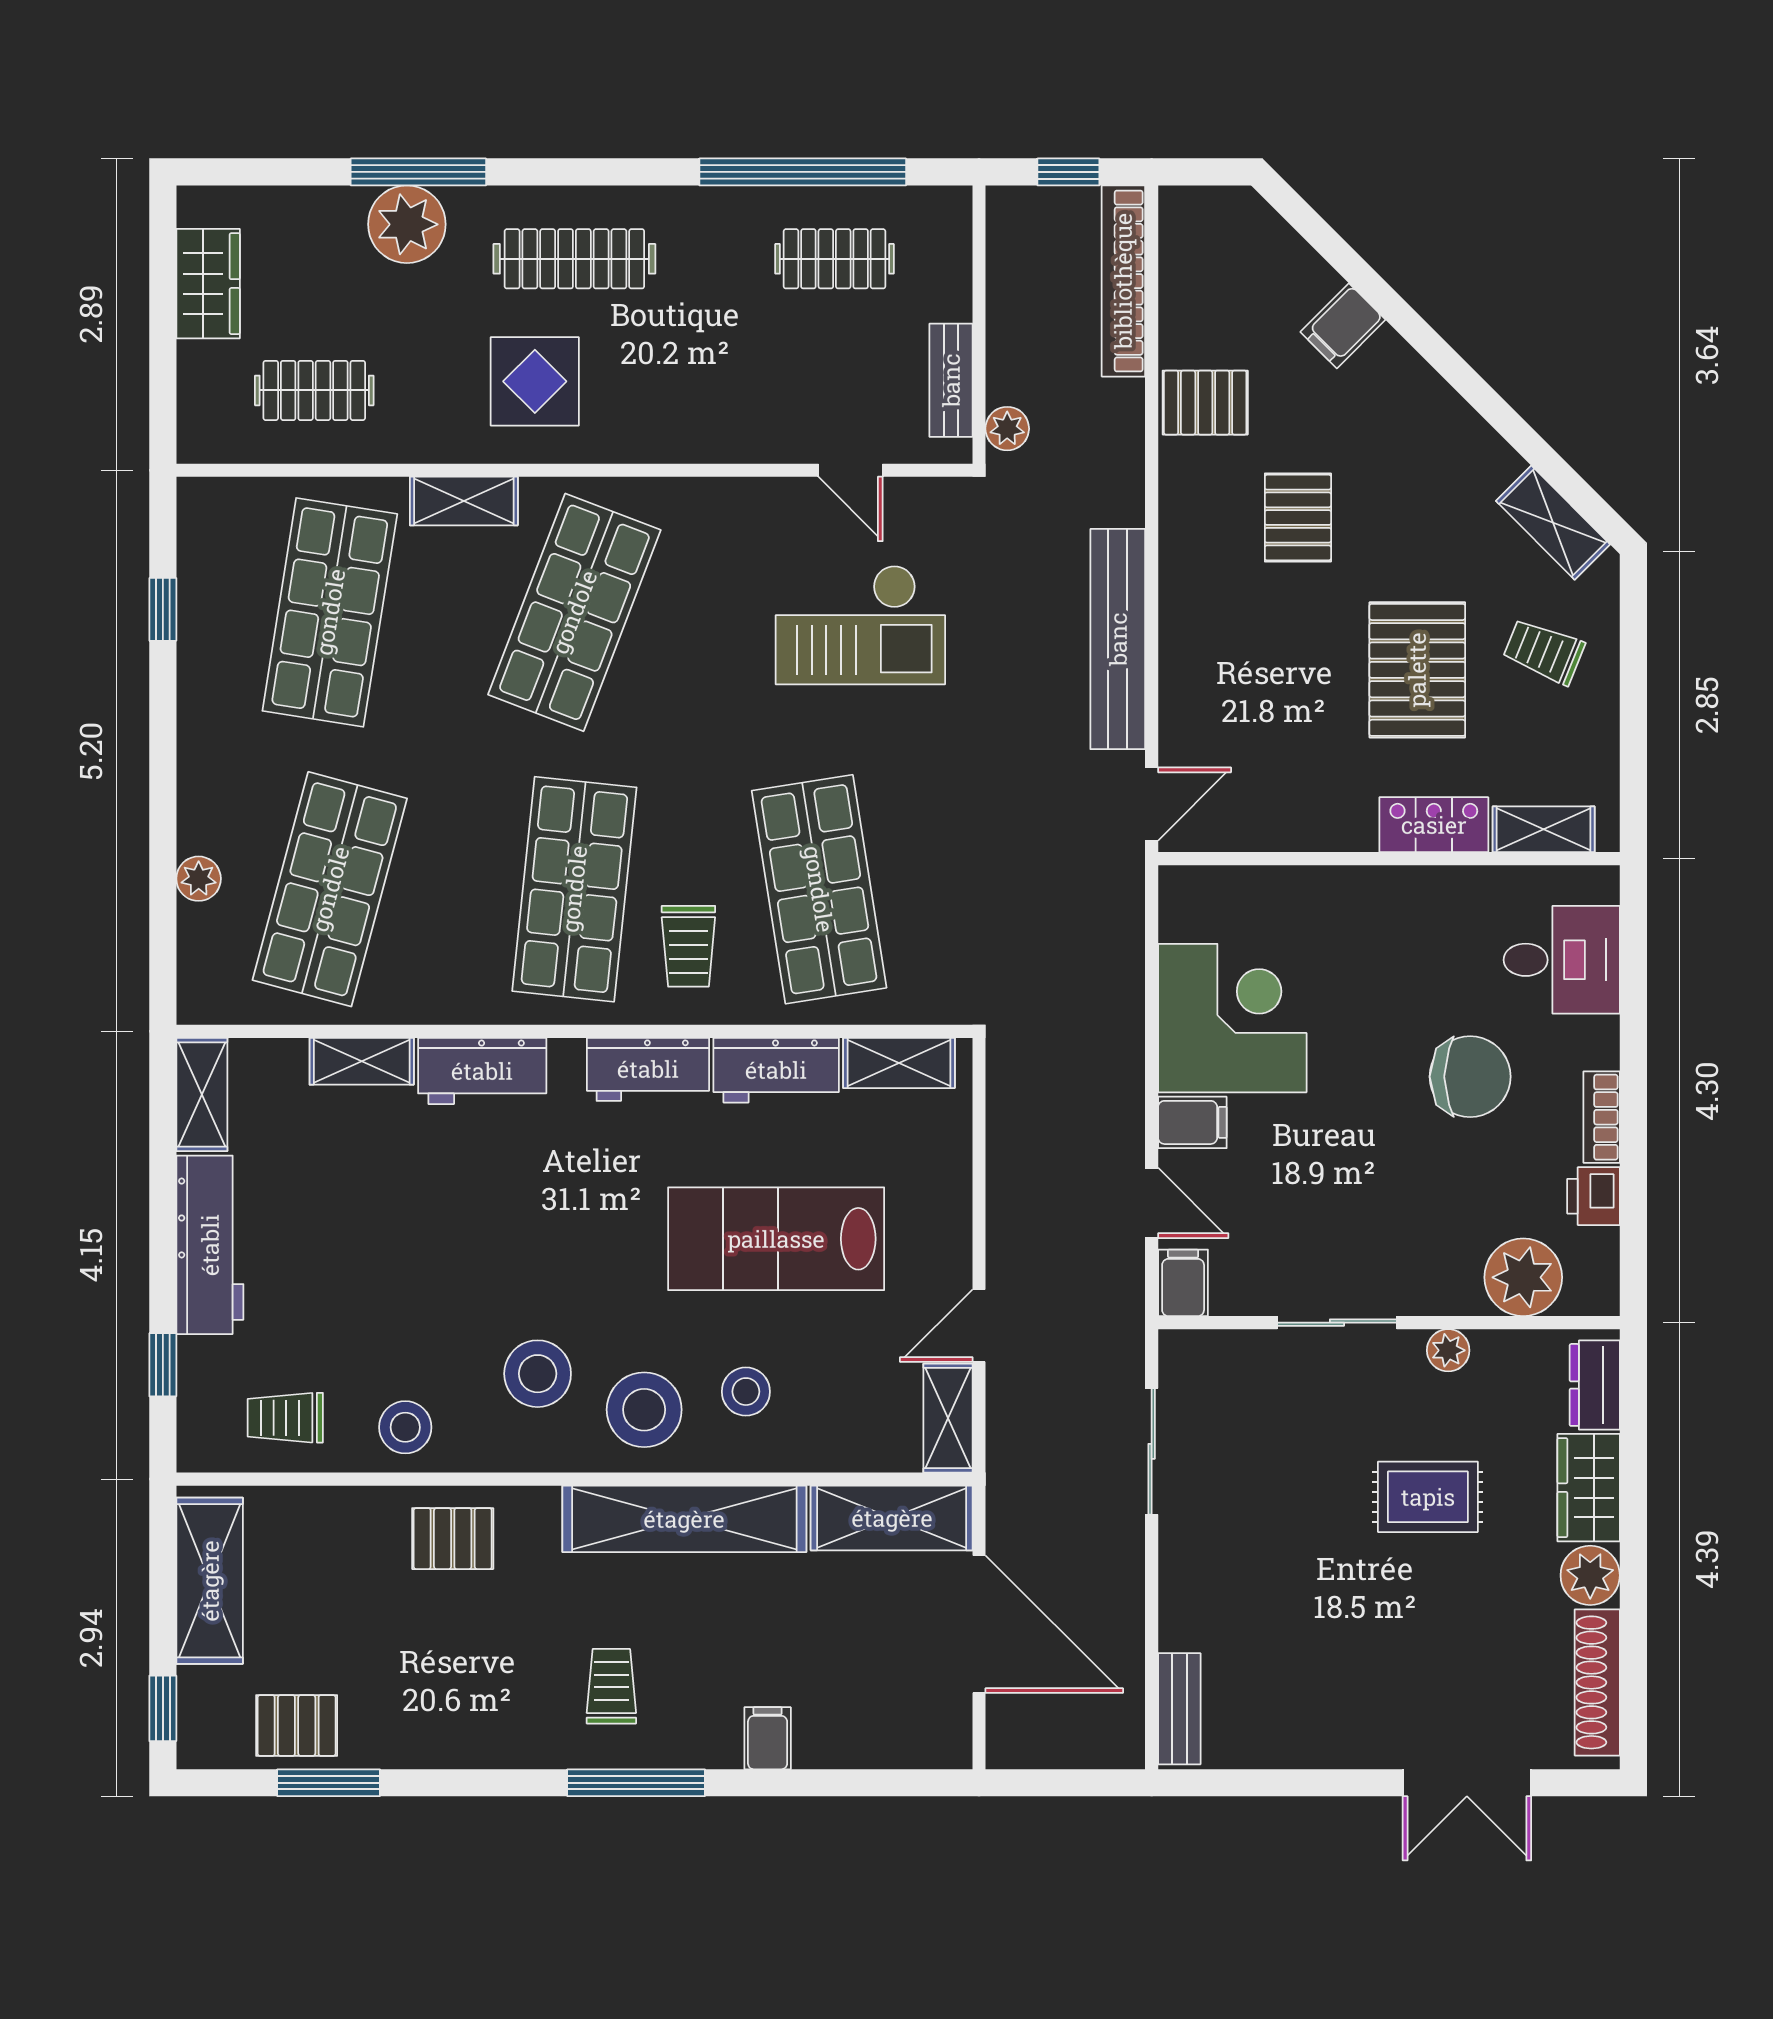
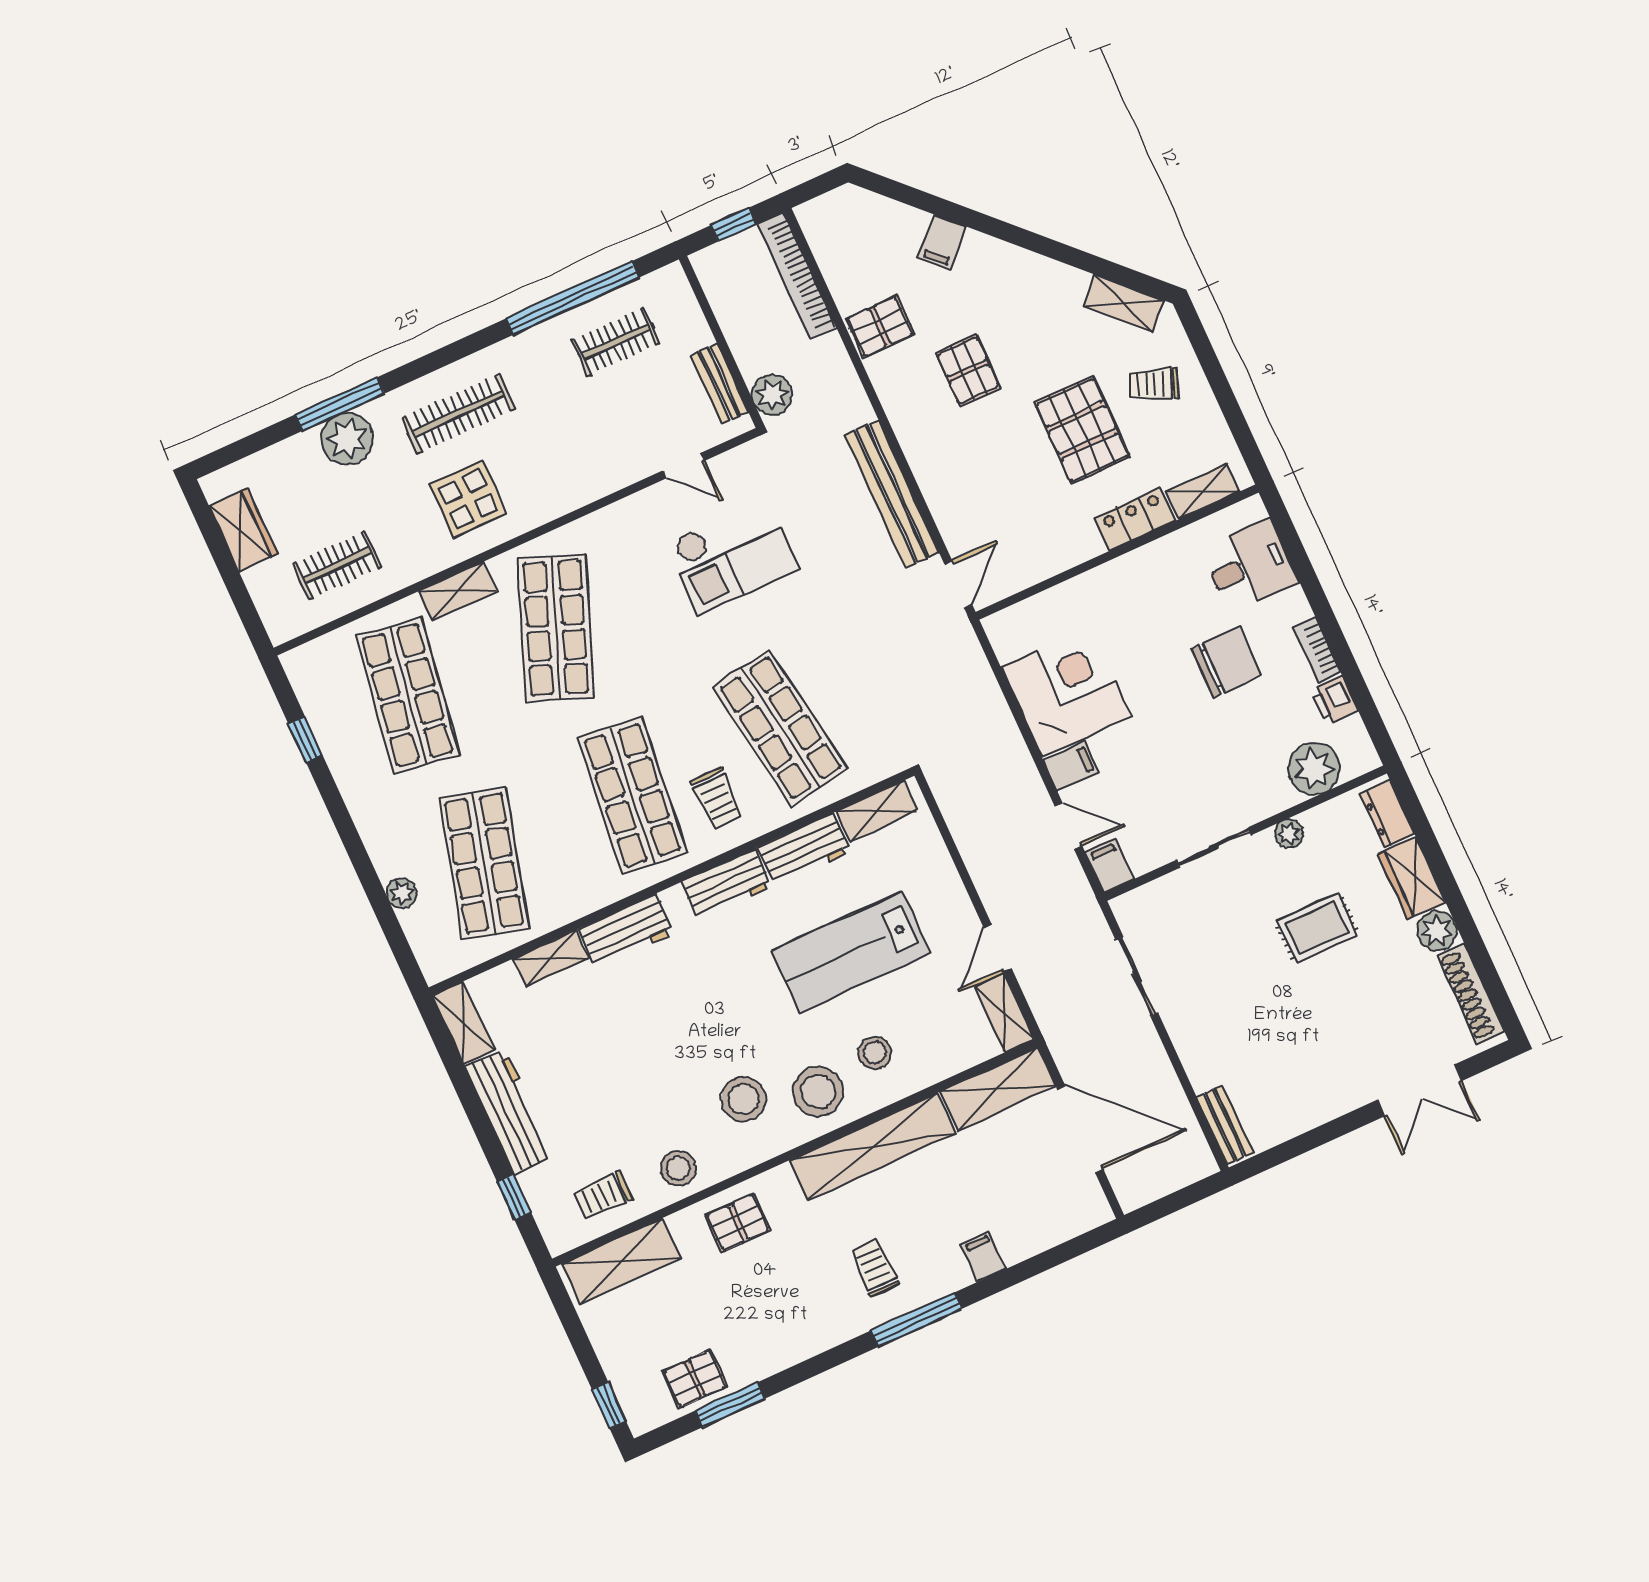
plant: (1007, 429) -> (772, 395), width x1.38, depth x1.38
shelving: (210, 1581) -> (621, 1261), moved, turned 90

